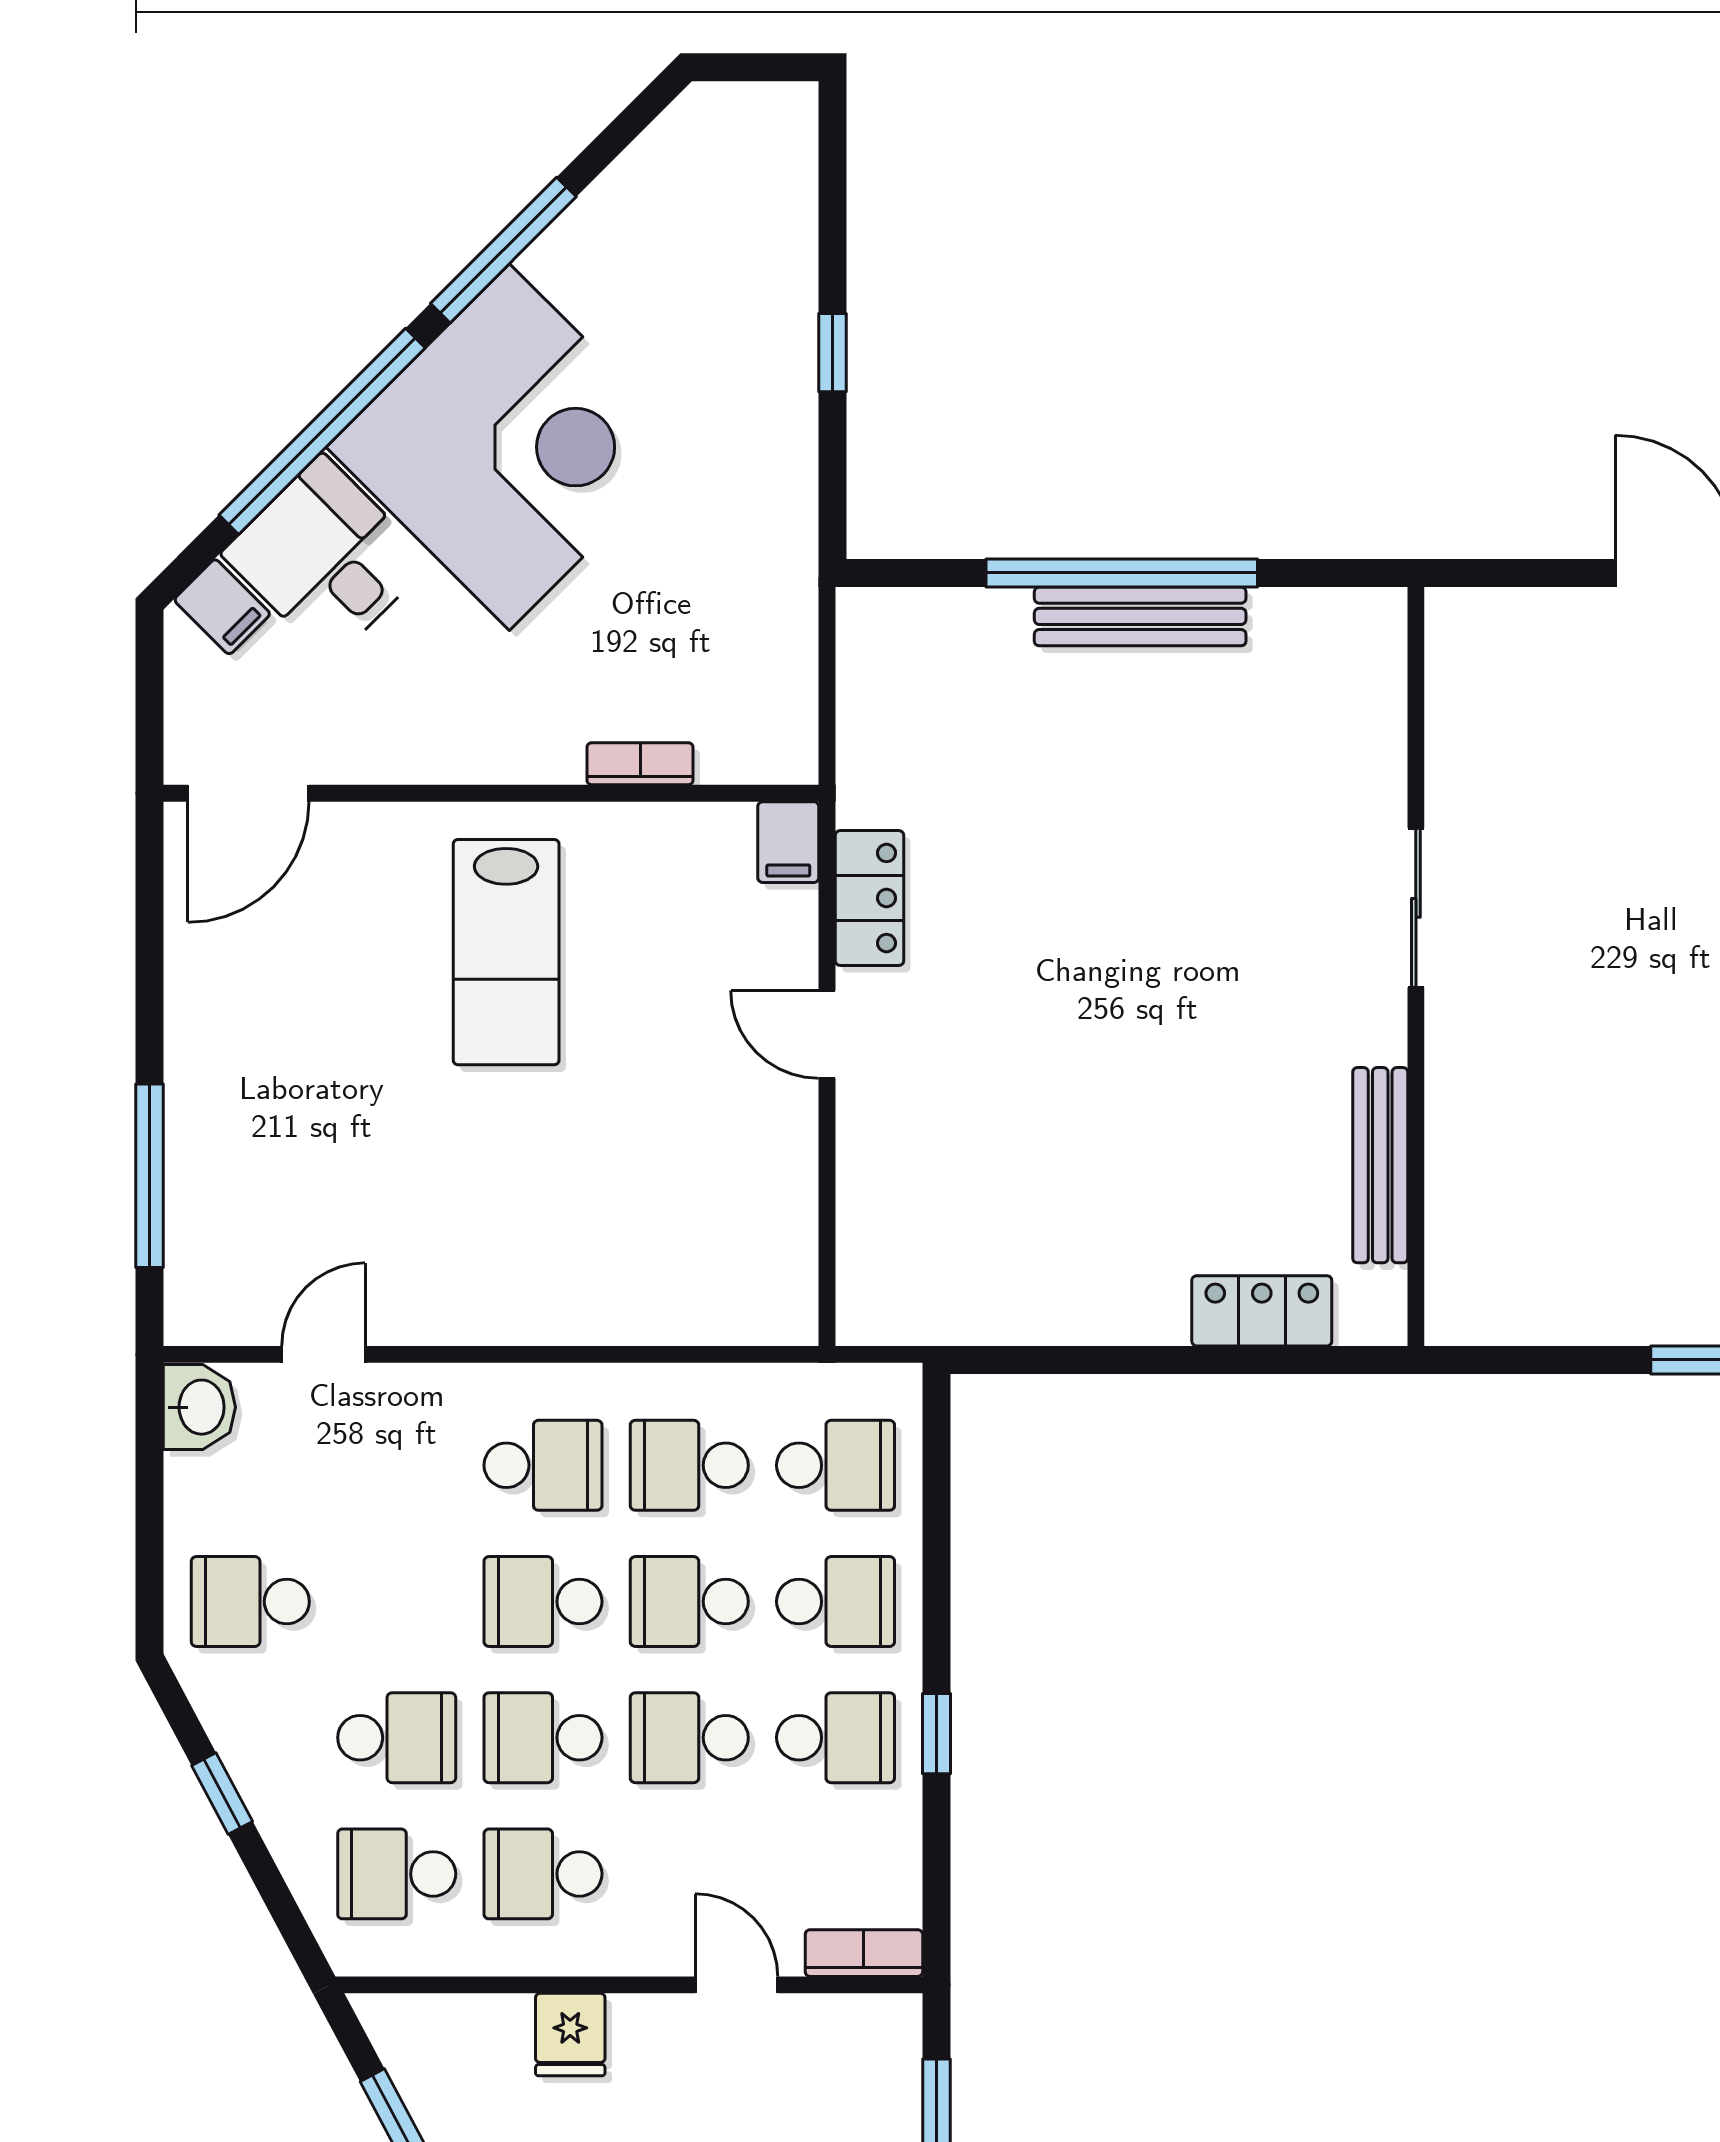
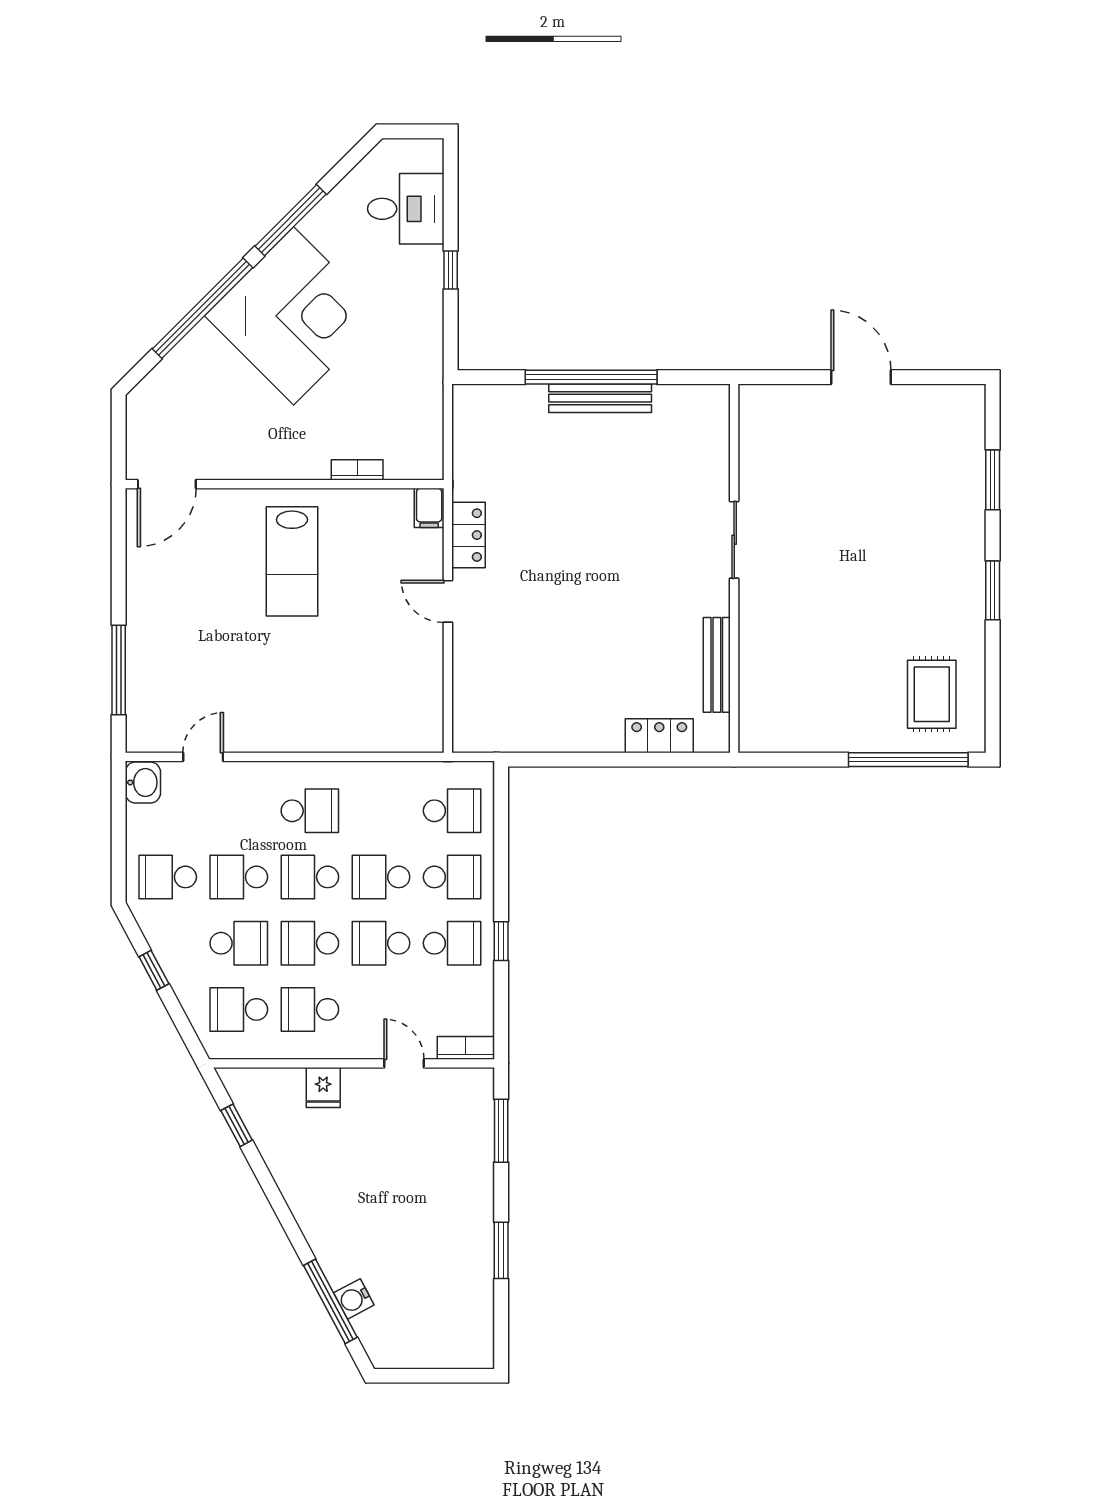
desk: (326, 558) -> (406, 209), moved, turned 135
filing cabinet: (222, 607) -> (154, 394), removed
school desk: (689, 1465) -> (239, 877), moved

